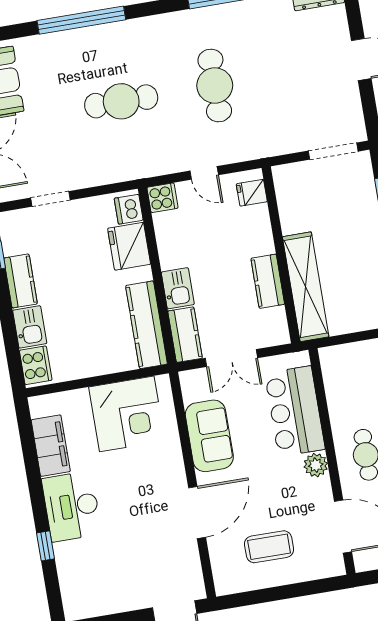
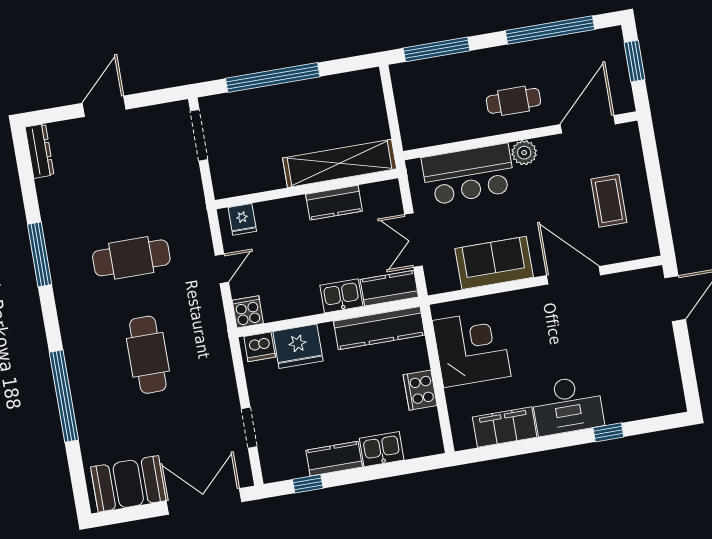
double door: (231, 358) -> (414, 240), swing flipped
cooker: (36, 365) -> (420, 390), moved, turned -90

